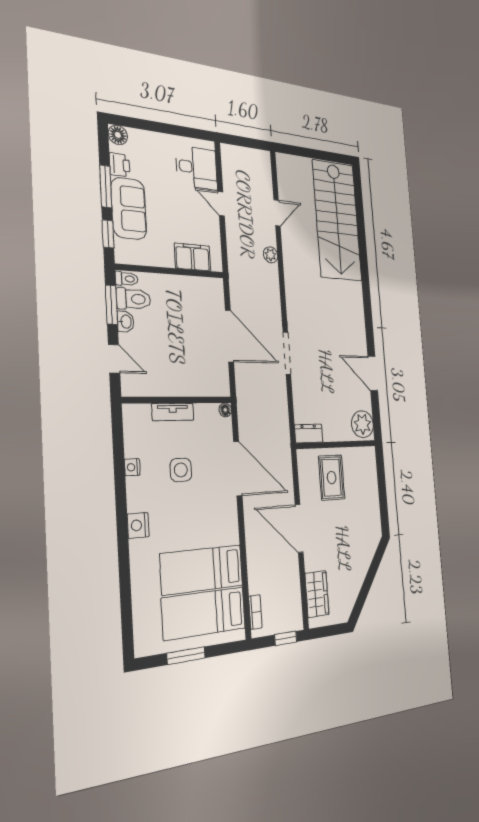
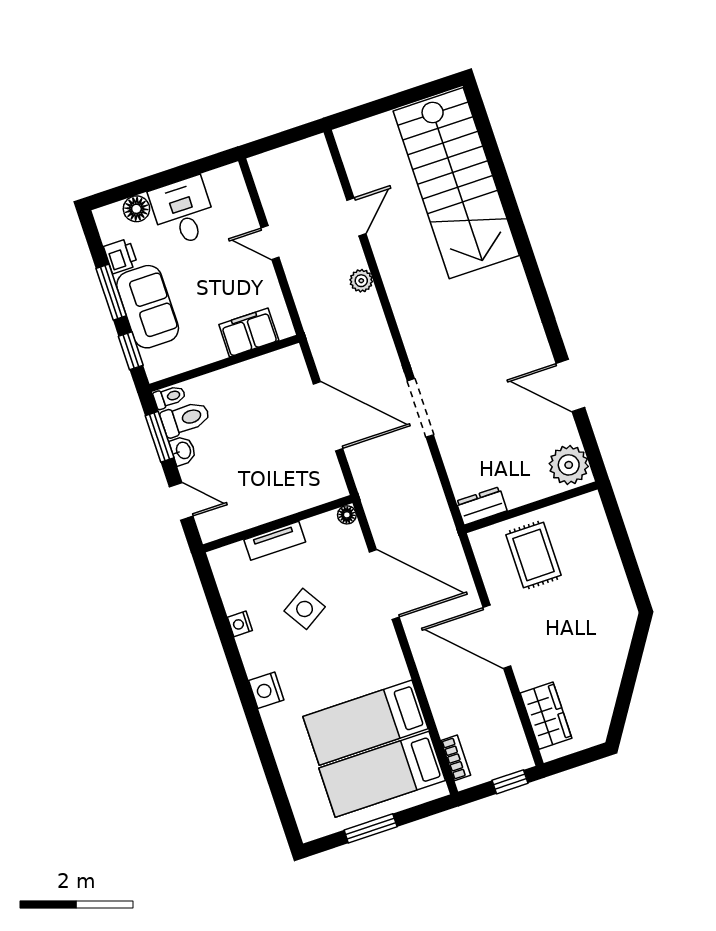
floor lamp: (118, 135) -> (136, 209), moved
desk: (197, 168) -> (183, 211), moved, turned -90
side table: (181, 470) -> (305, 609), turned -32

